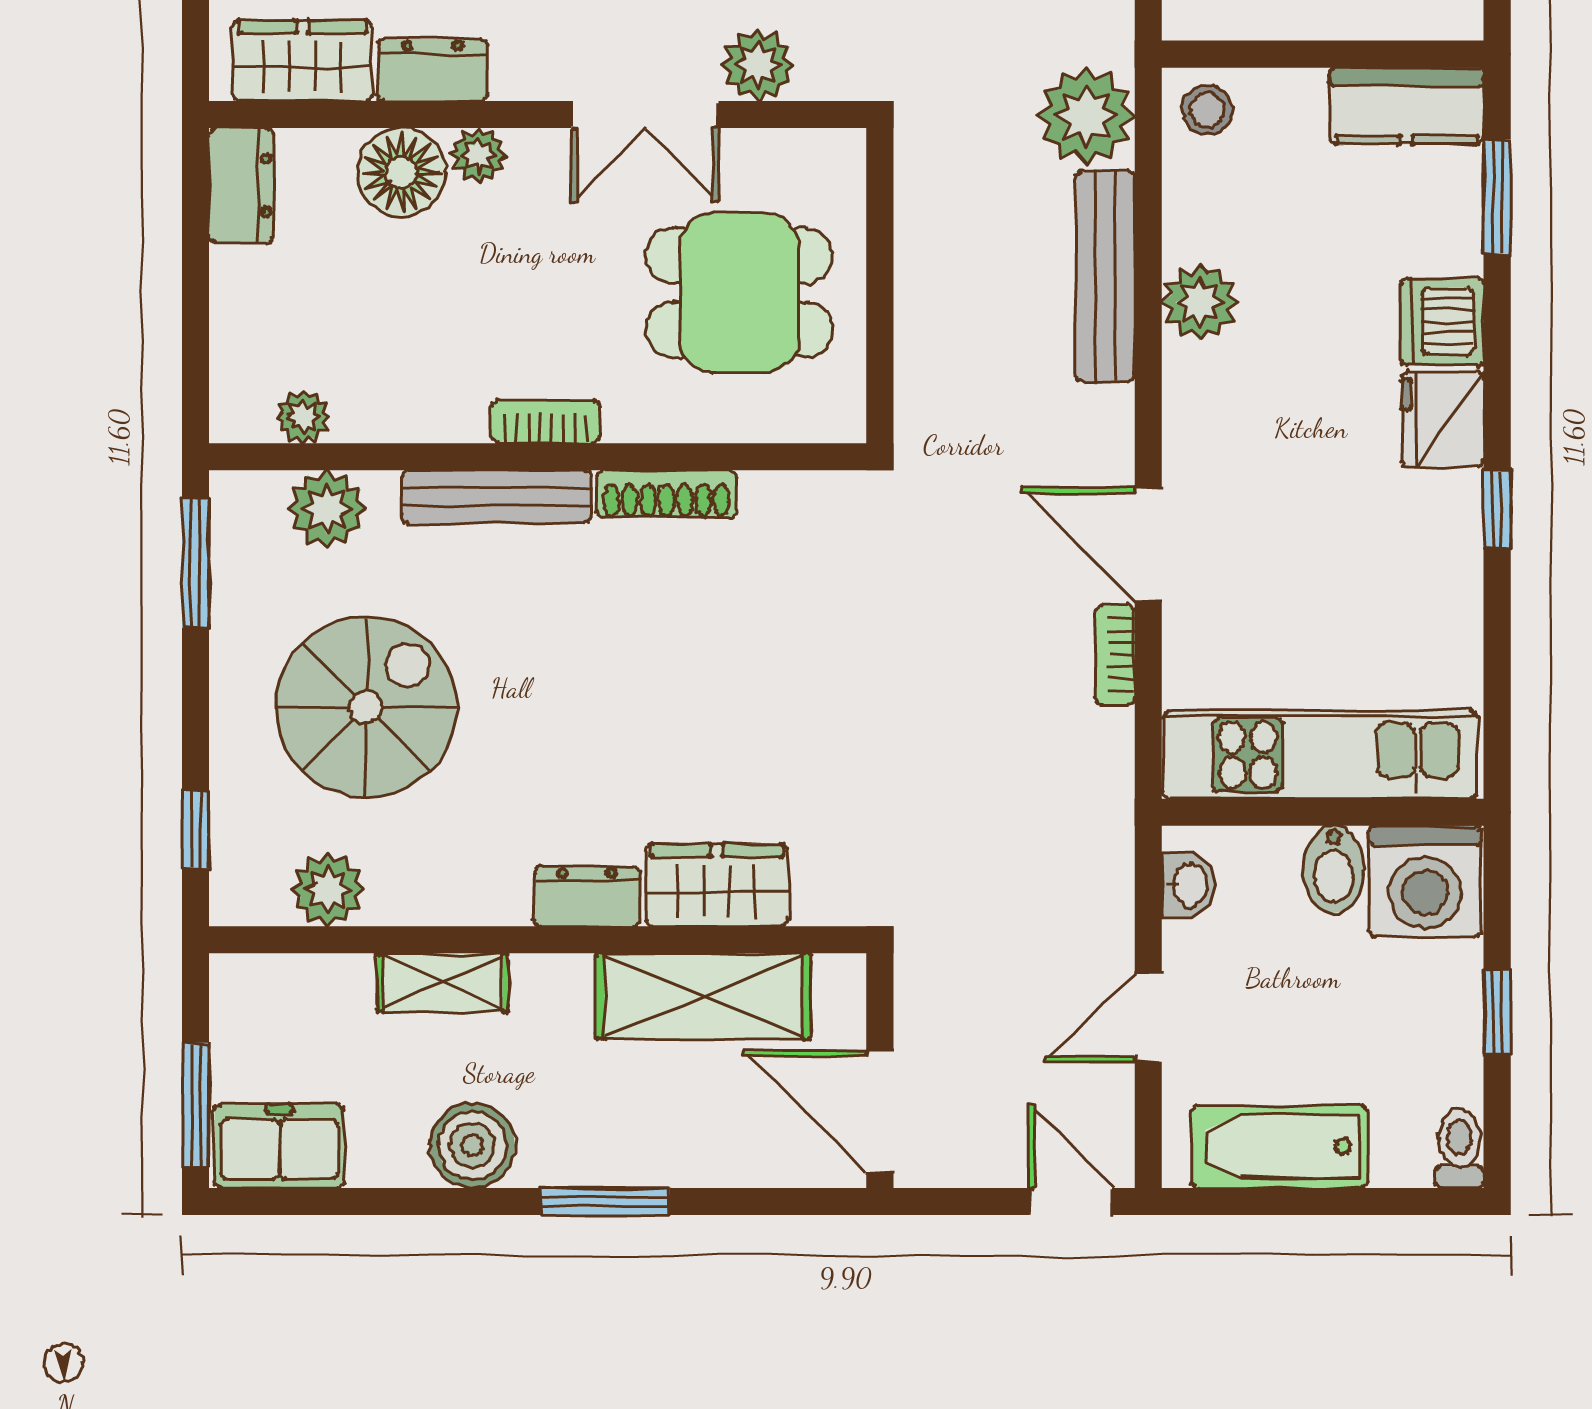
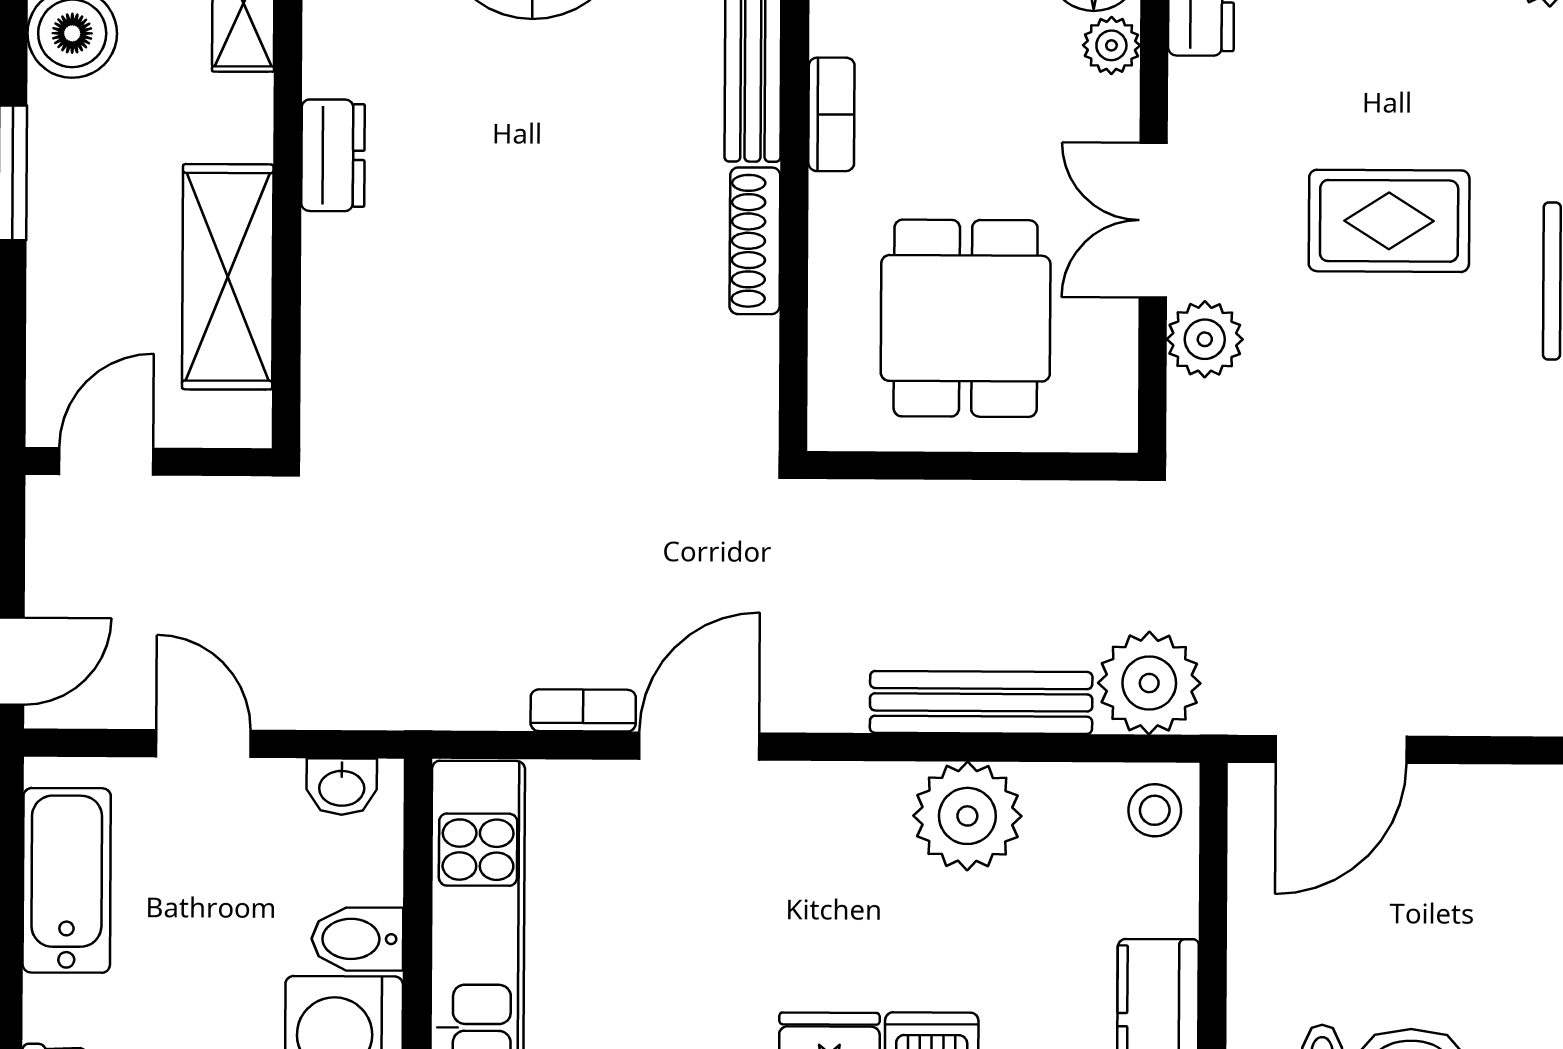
plant: (1200, 302) -> (967, 816), width x1.36, depth x1.36
wardrobe: (717, 885) -> (344, 292), removed
door: (880, 1111) -> (106, 461), width x0.73

